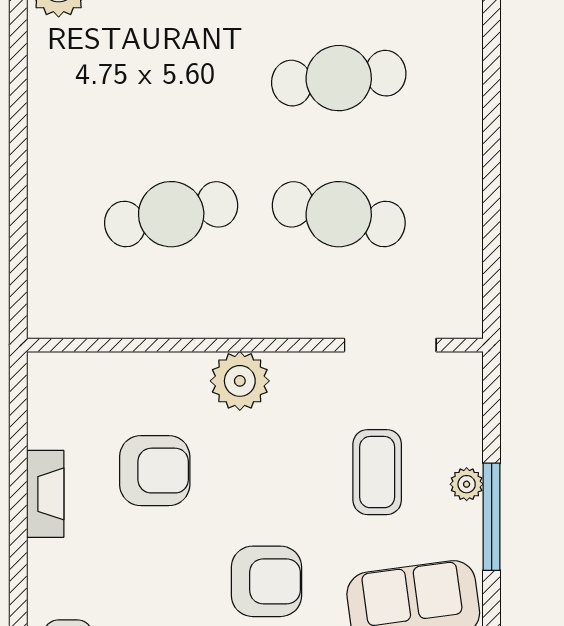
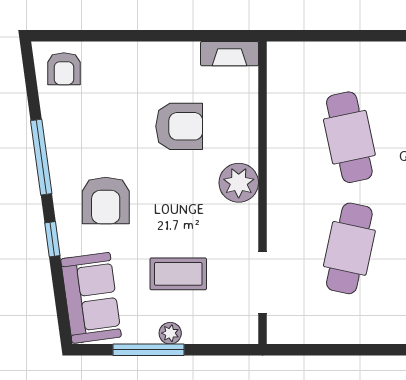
armchair: (155, 471) -> (179, 126), turned -90
fireplace: (45, 494) -> (230, 54), moved

